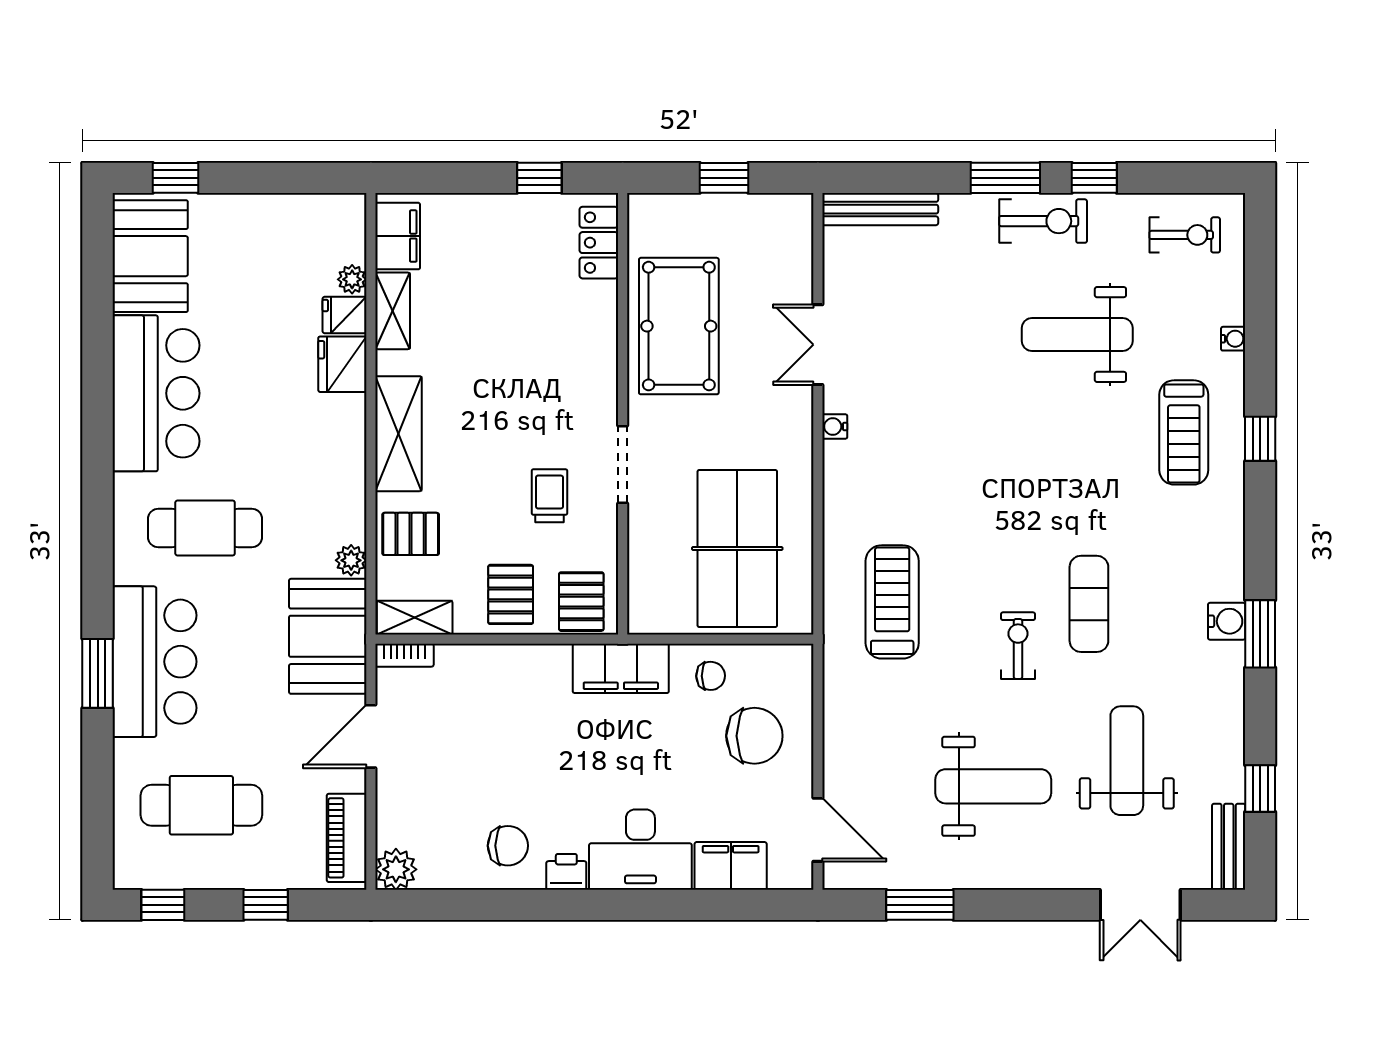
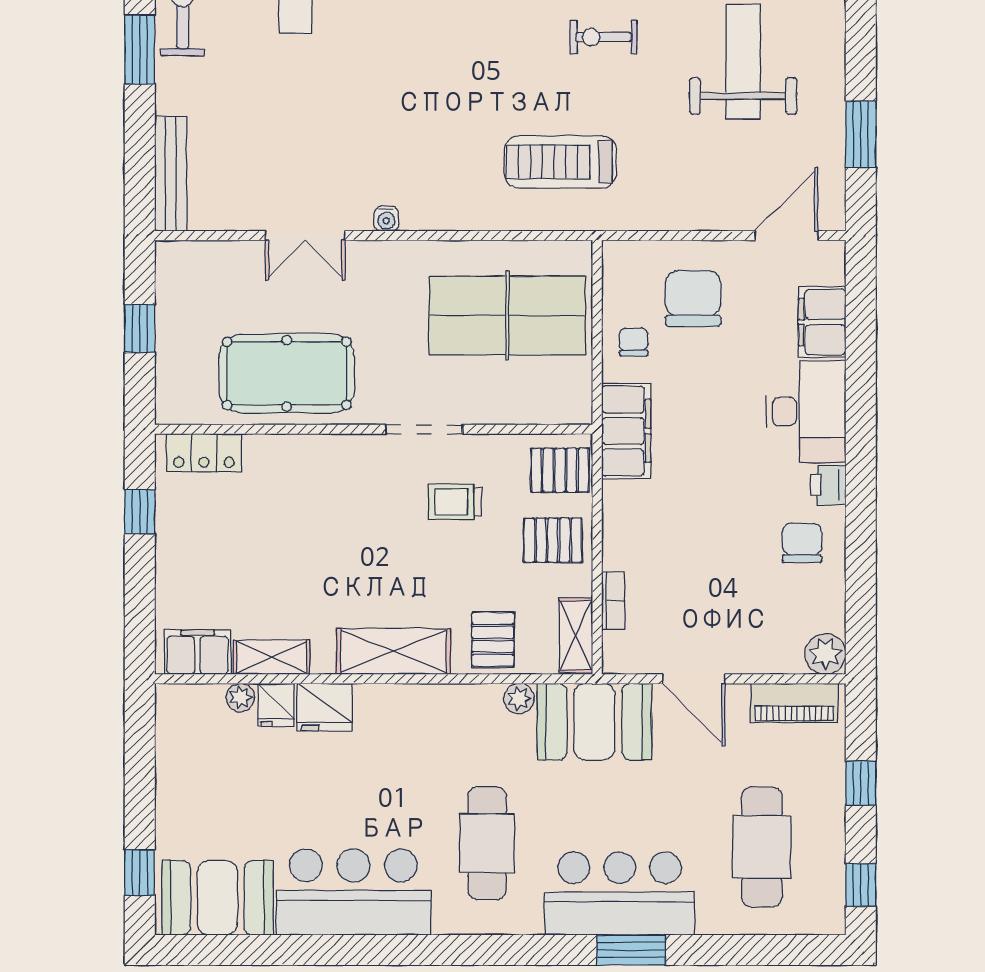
bookcase: (404, 655) -> (613, 601), moved

